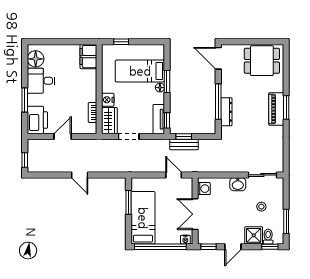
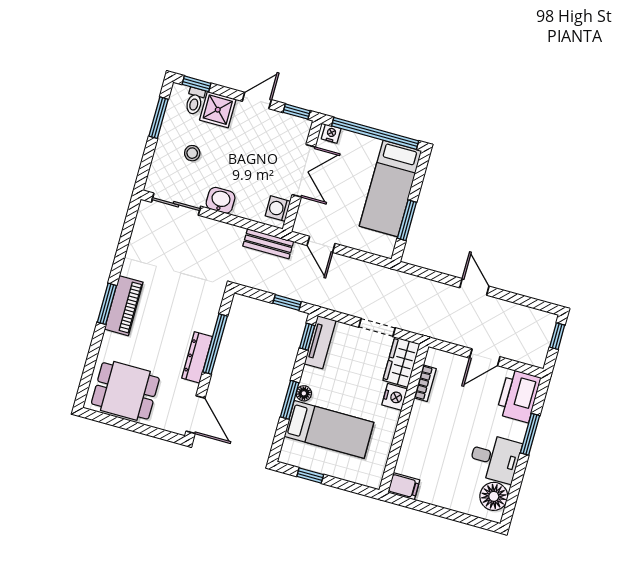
window: (121, 42) -> (310, 476), moved
filing cabinet: (88, 57) -> (404, 486), width x0.50
dresser: (226, 112) -> (197, 357), moved
bench: (184, 145) -> (268, 244), moved

